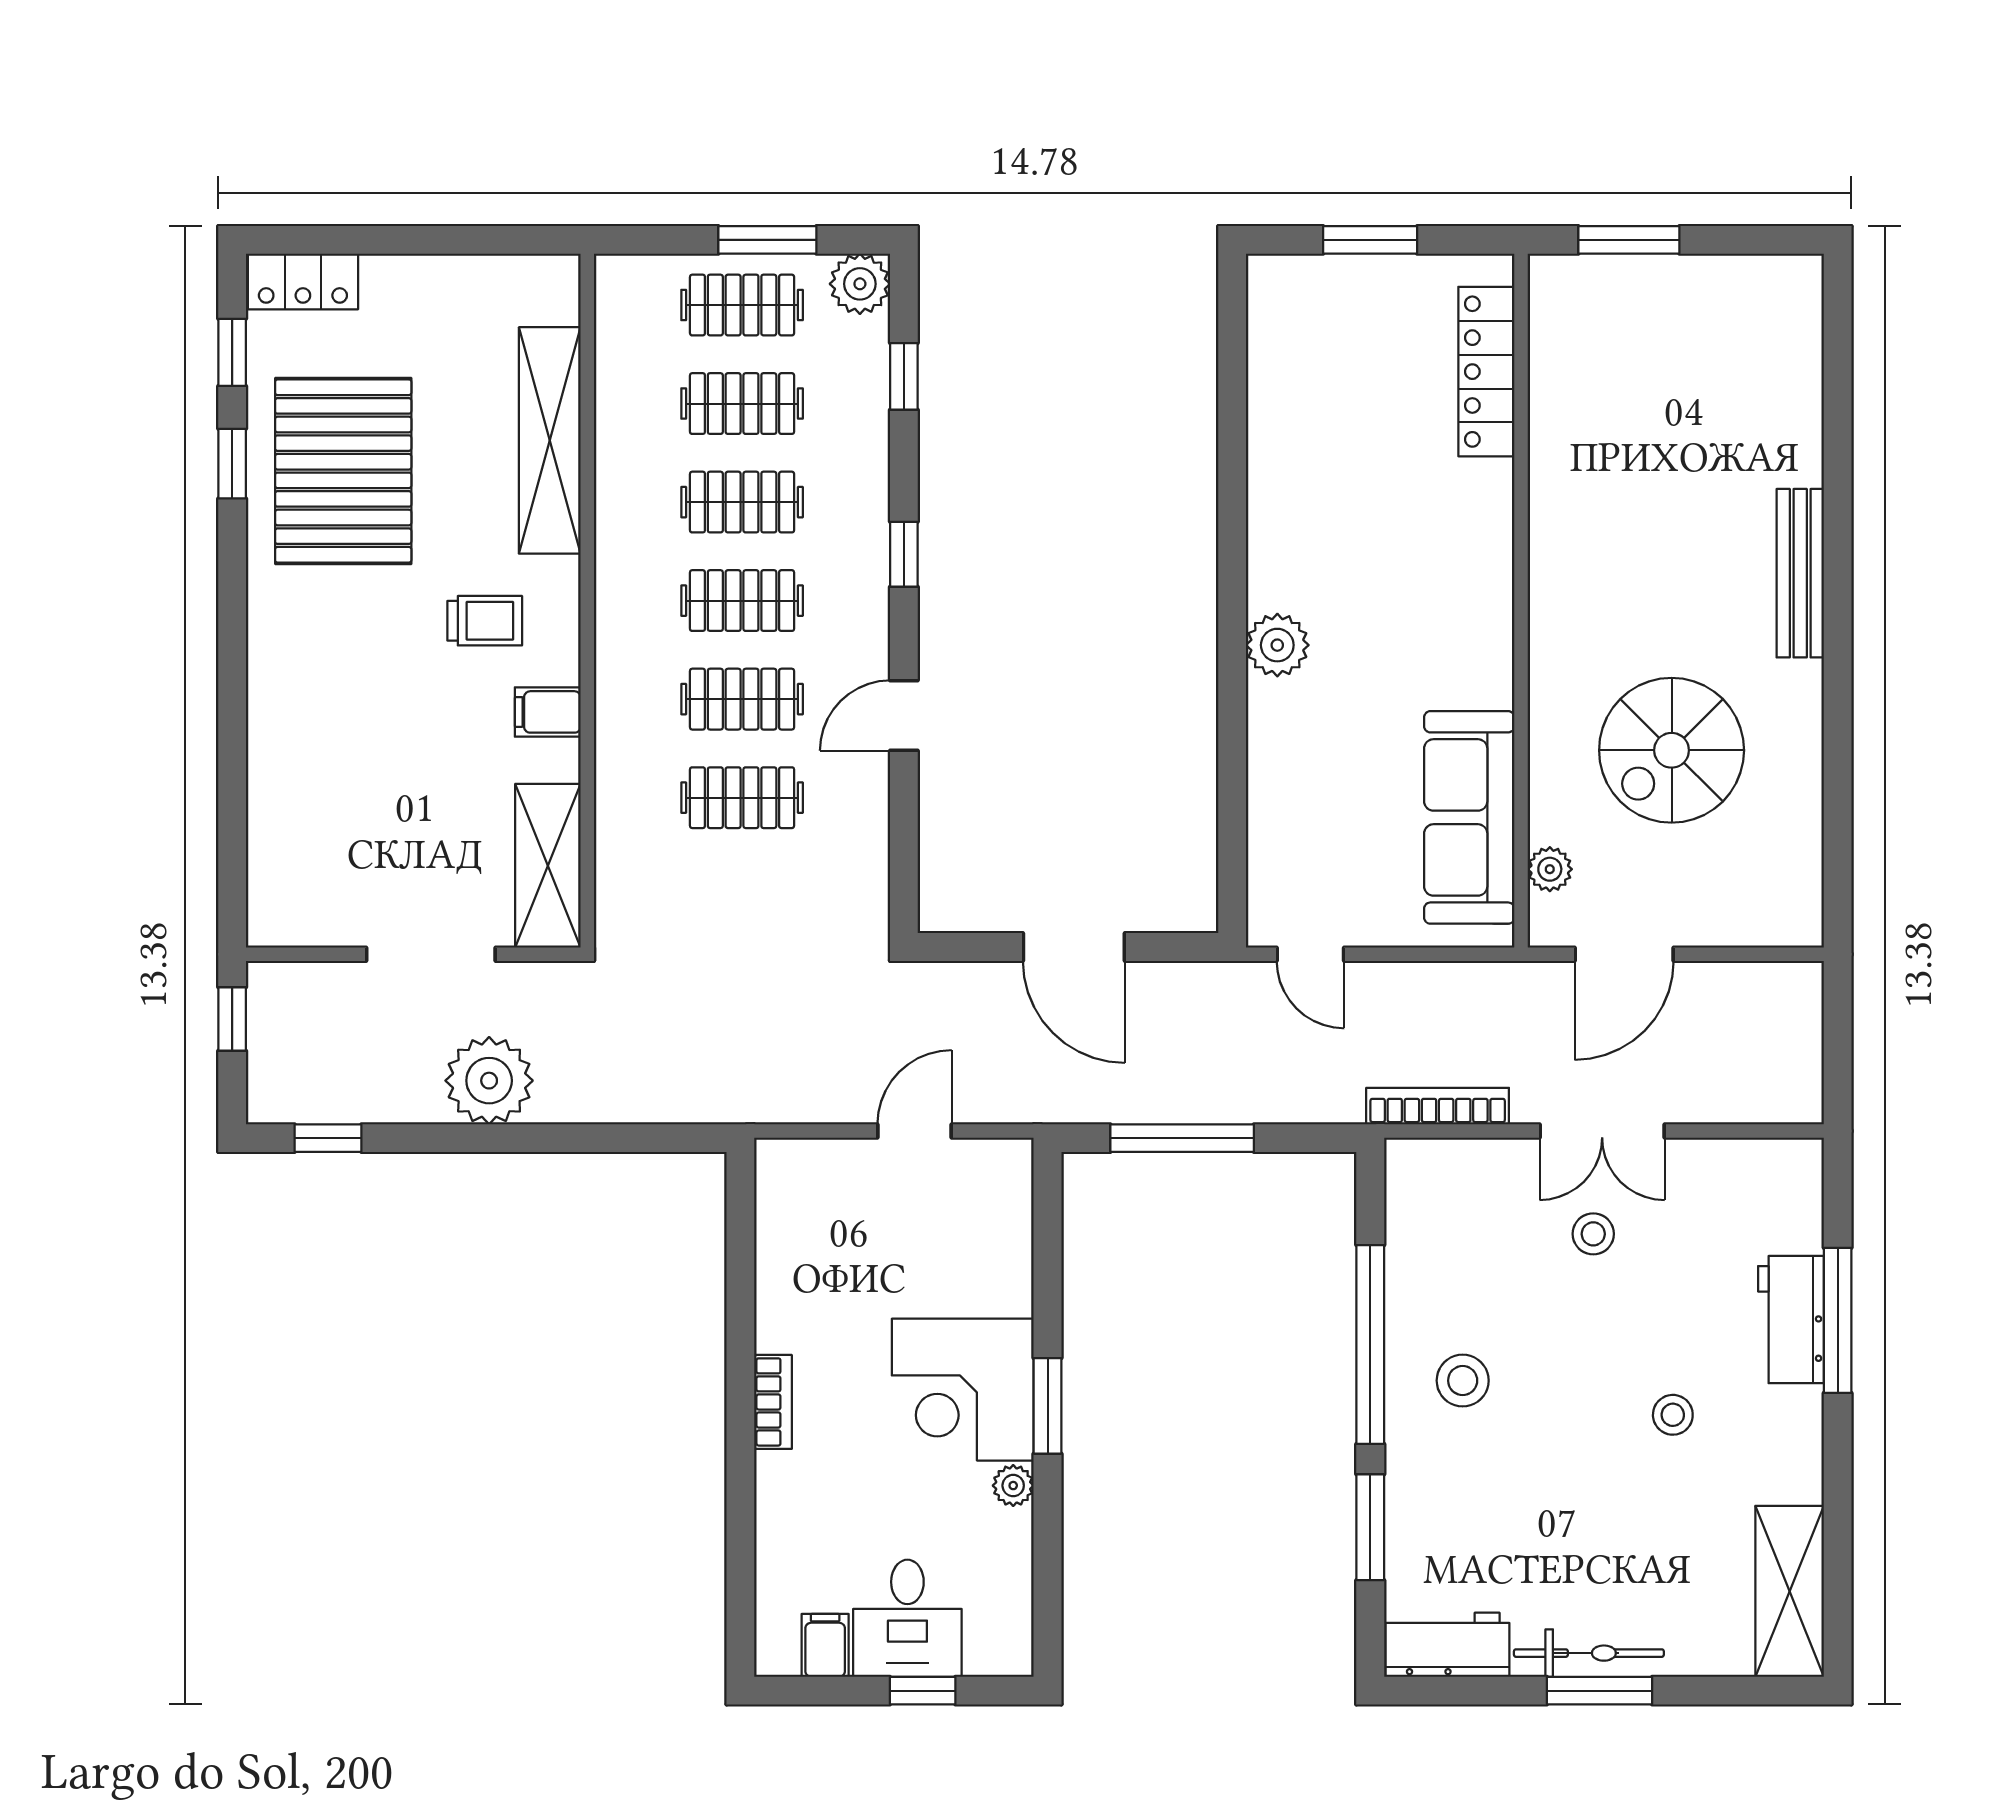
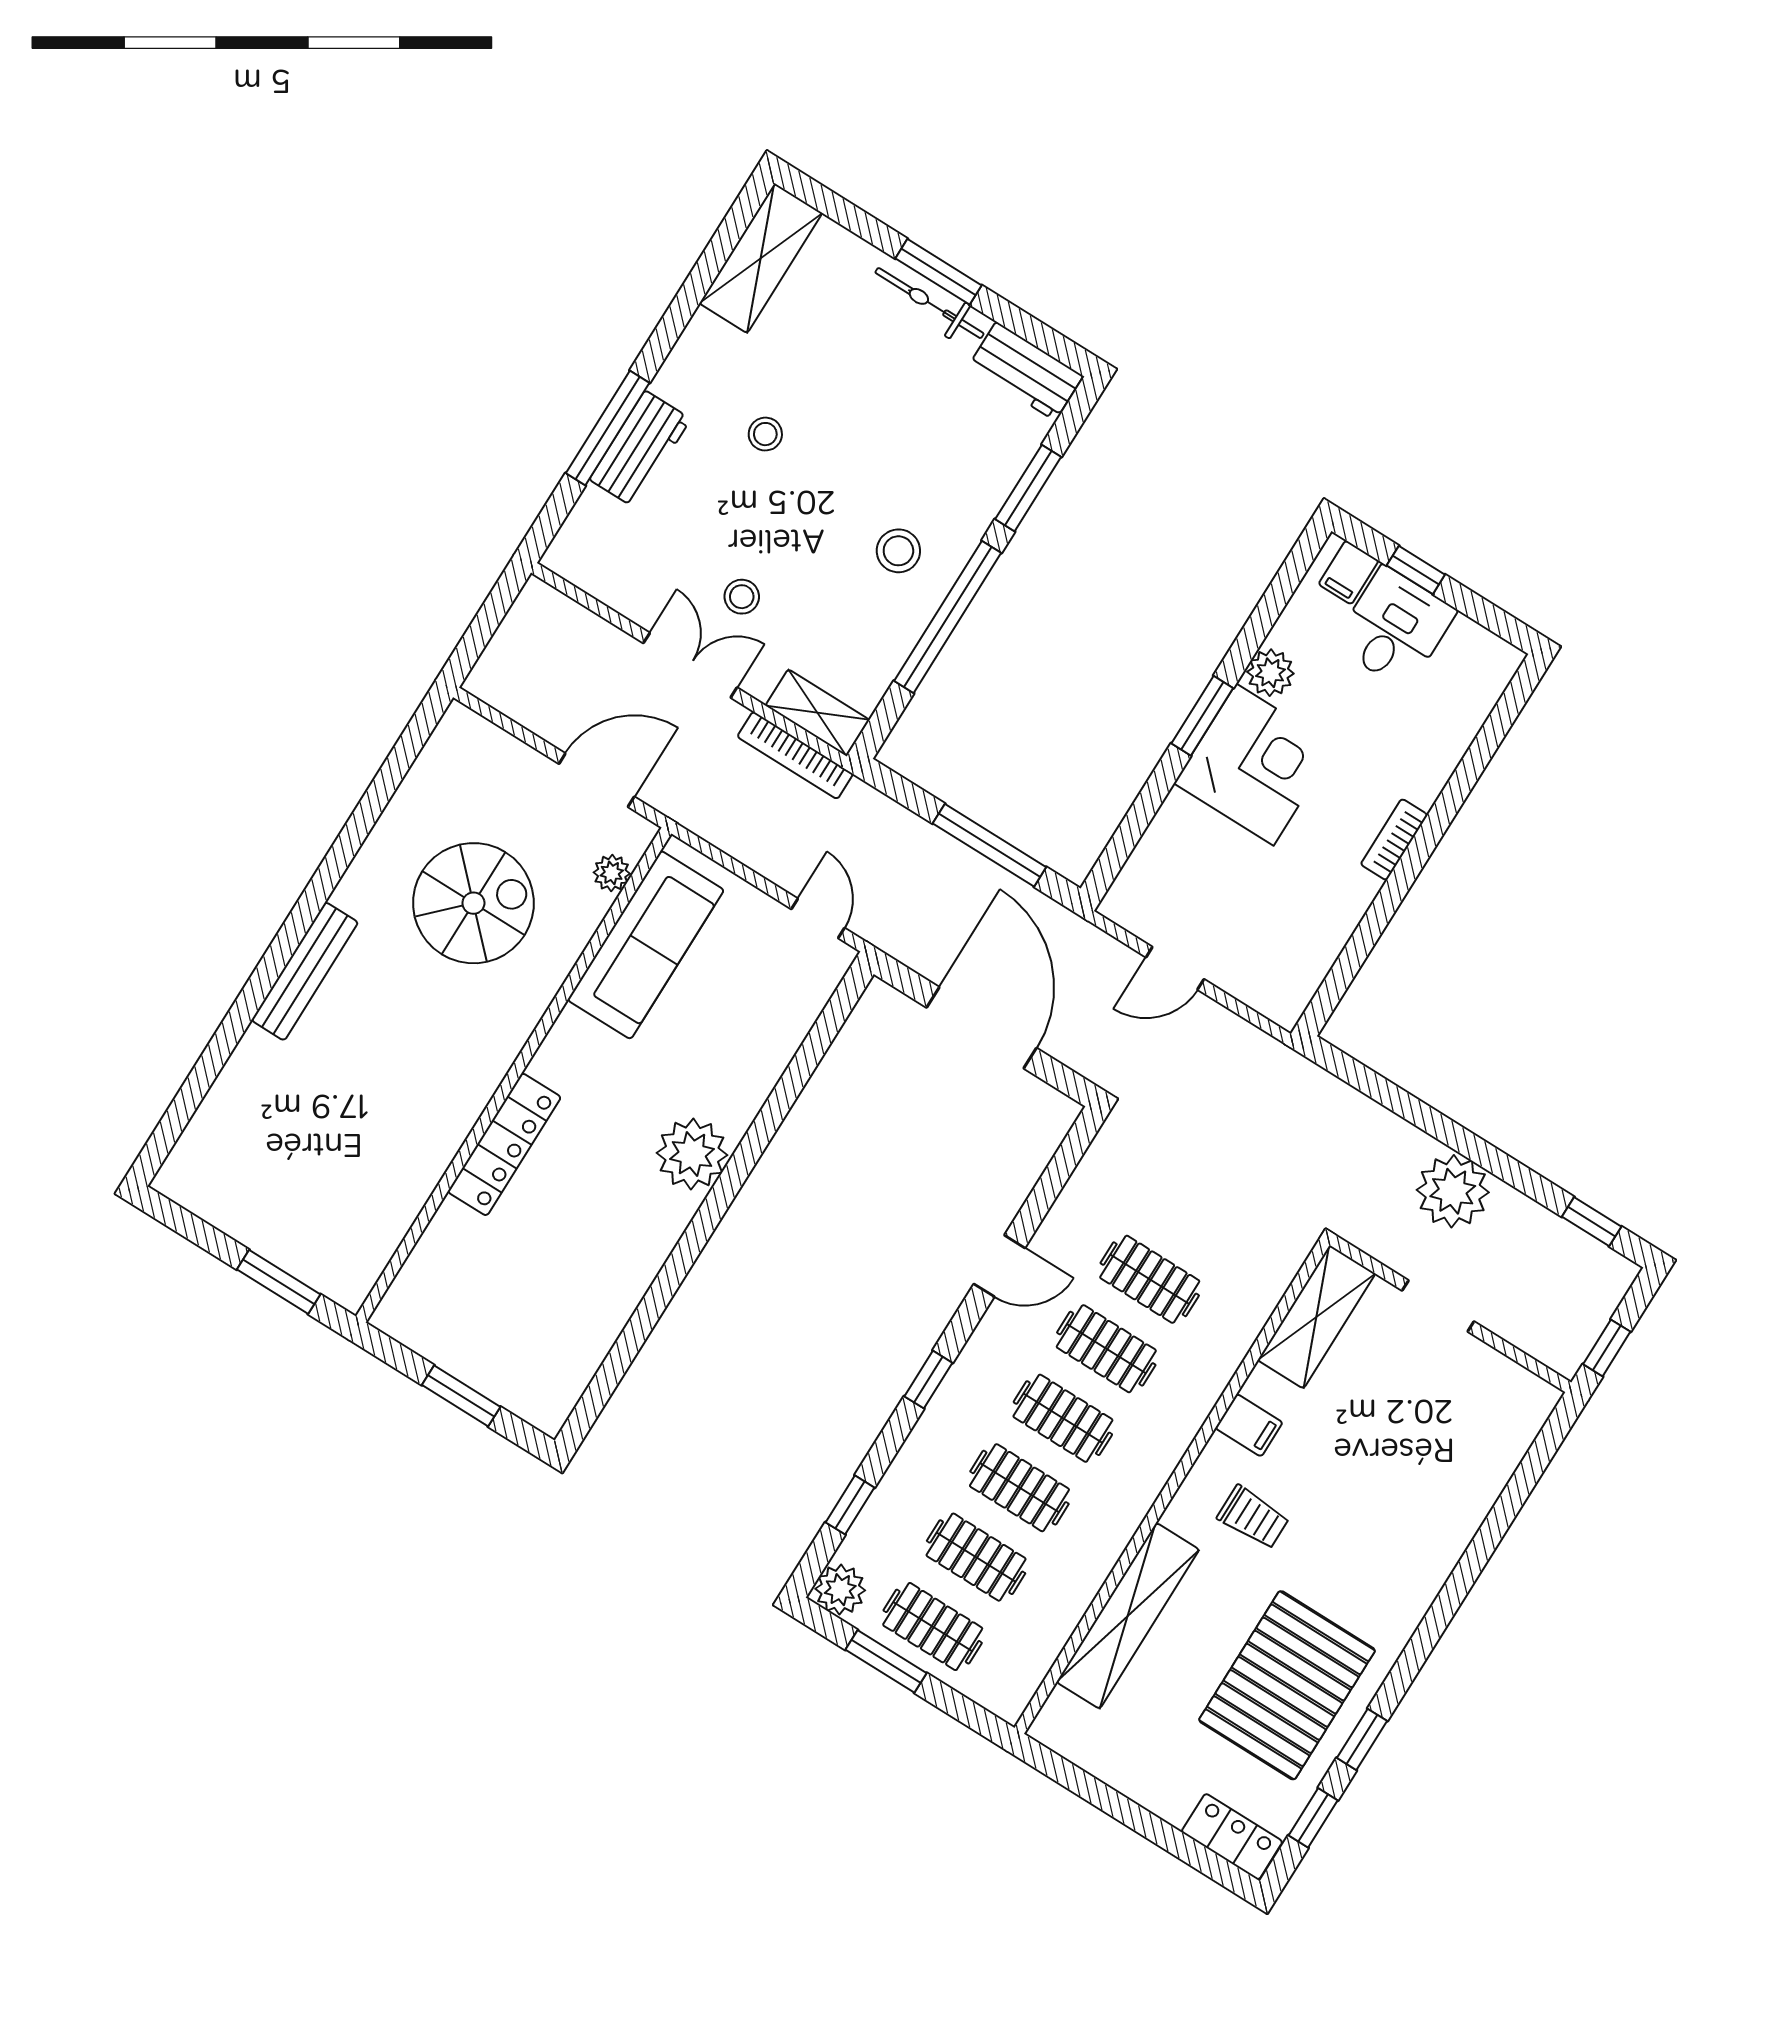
locker: (1486, 372) -> (504, 1144), moved
trolley: (485, 621) -> (1253, 1517), turned 180
plant: (1277, 645) -> (692, 1154), width x1.36, depth x1.36
door: (1074, 947) -> (981, 1028), width x1.36
doorway: (431, 954) -> (1438, 1306), width x0.73
shelving: (1442, 1164) -> (817, 713), added
plant: (1013, 1486) -> (1270, 673), width x1.38, depth x1.38
filing cabinet: (825, 1645) -> (1349, 572), moved

